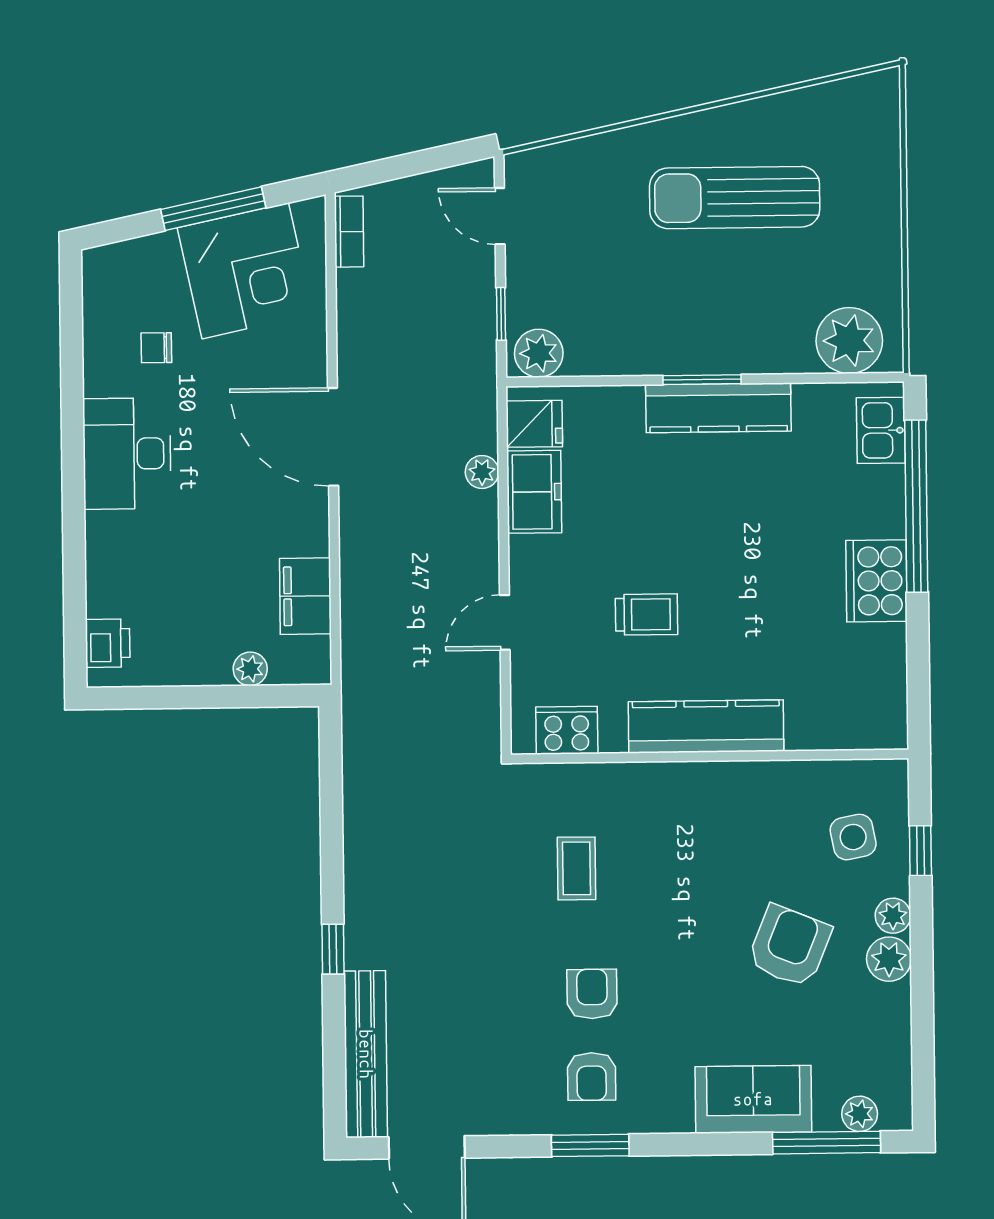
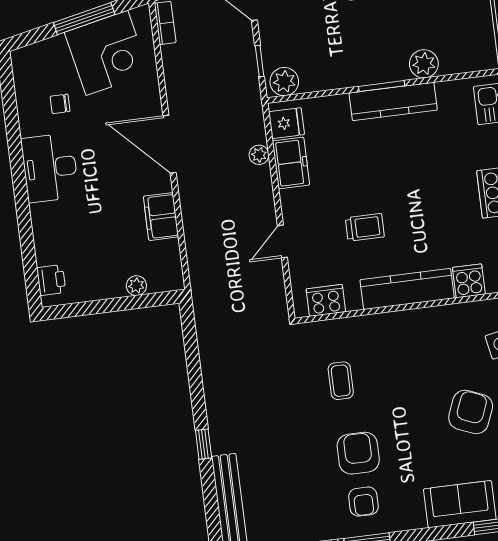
plant: (849, 341) -> (424, 64), moved, width x0.73, depth x0.73
filing cabinet: (305, 596) -> (161, 217), moved
cooker: (812, 725) -> (469, 281), added
armchair: (592, 994) -> (358, 453), width x1.38, depth x1.38

